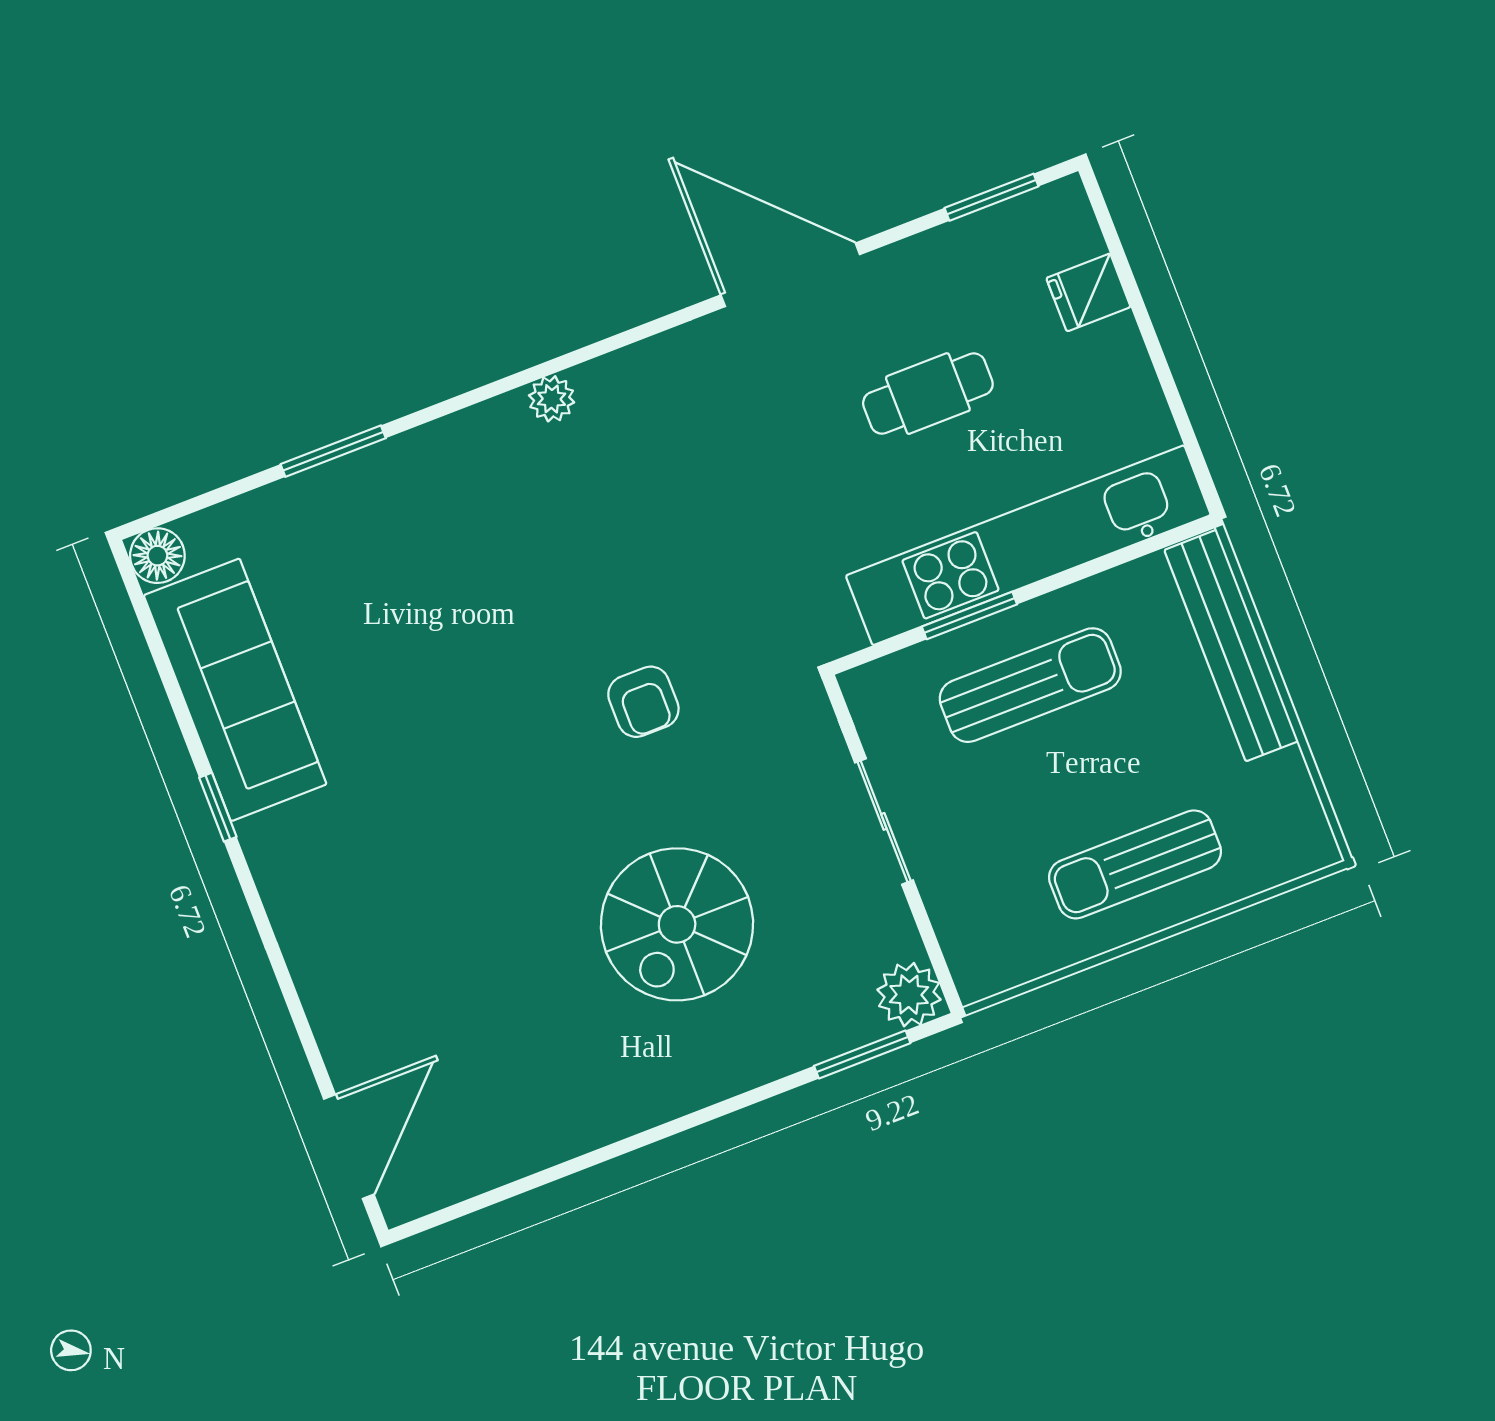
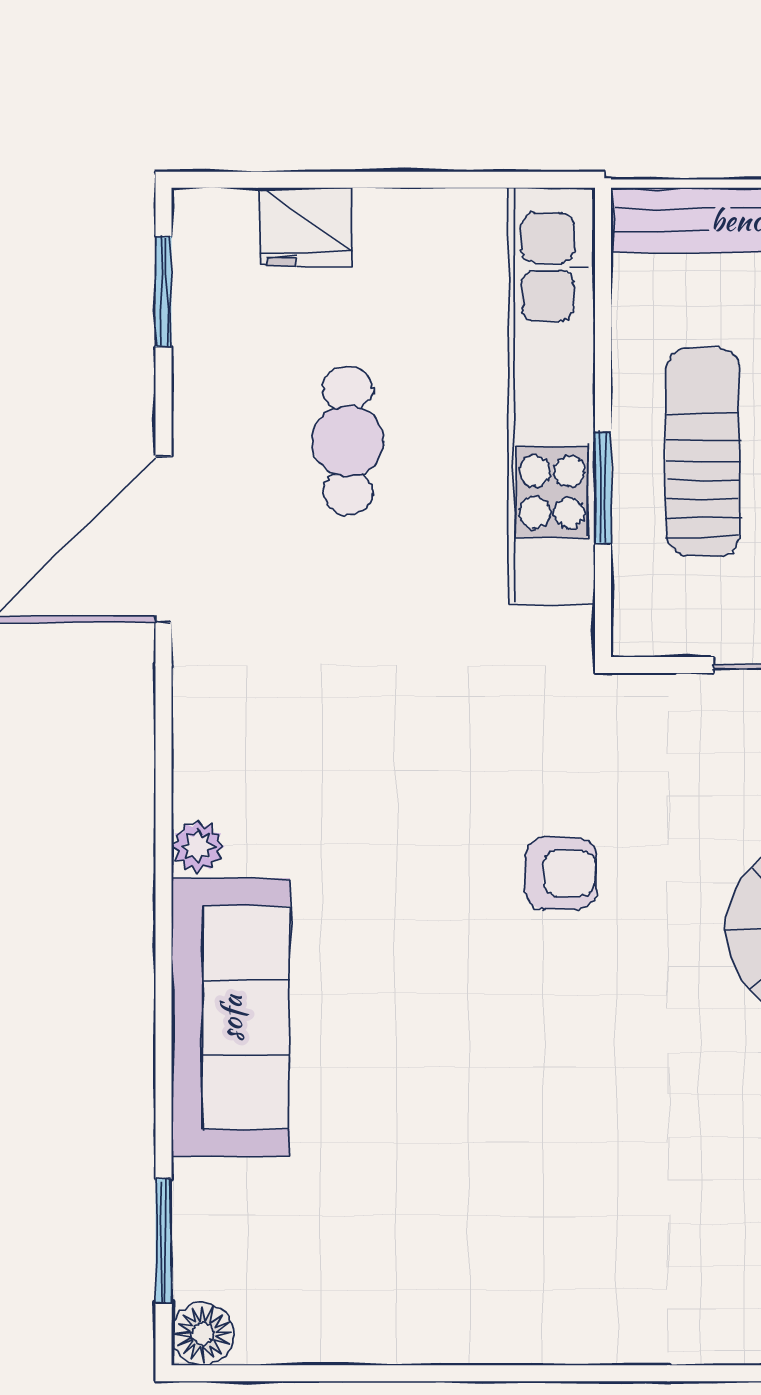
fridge: (1088, 292) -> (306, 227), width x1.38
window: (333, 451) -> (164, 1241), moved
sofa: (235, 690) -> (231, 1018), moved, turned 90
window: (218, 807) -> (498, 1373), removed

